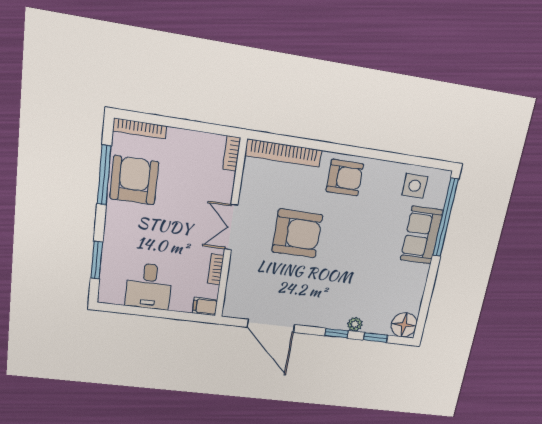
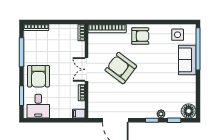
armchair: (134, 180) -> (38, 76), moved, turned 180
armchair: (297, 233) -> (121, 68), turned -143
desk: (149, 286) -> (38, 106), moved

